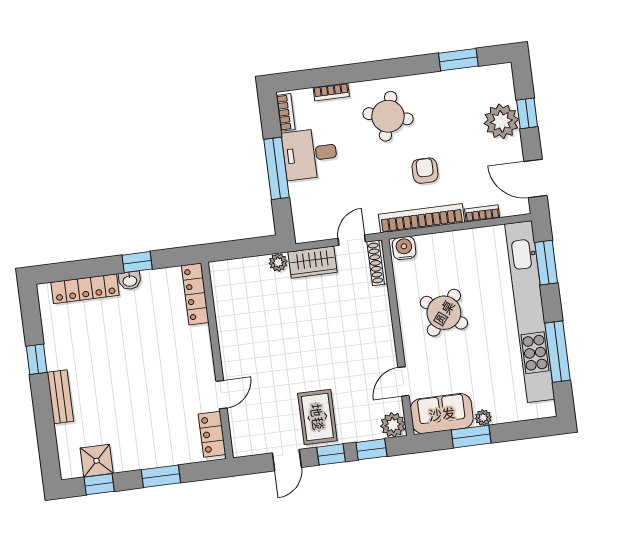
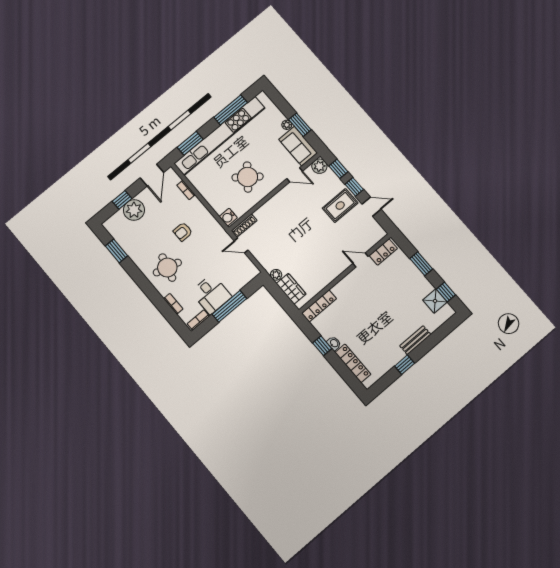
bookcase: (422, 218) -> (208, 218), removed
wardrobe: (313, 262) -> (291, 289), moved

